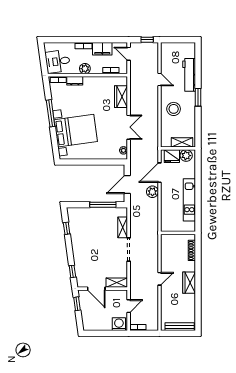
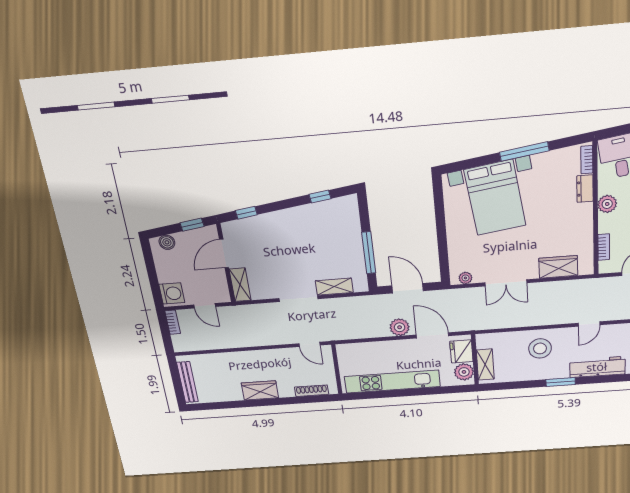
kitchen unit: (189, 200) -> (392, 382), width x1.36
door: (160, 279) -> (309, 344), moved
boiler: (86, 320) -> (167, 242), added

